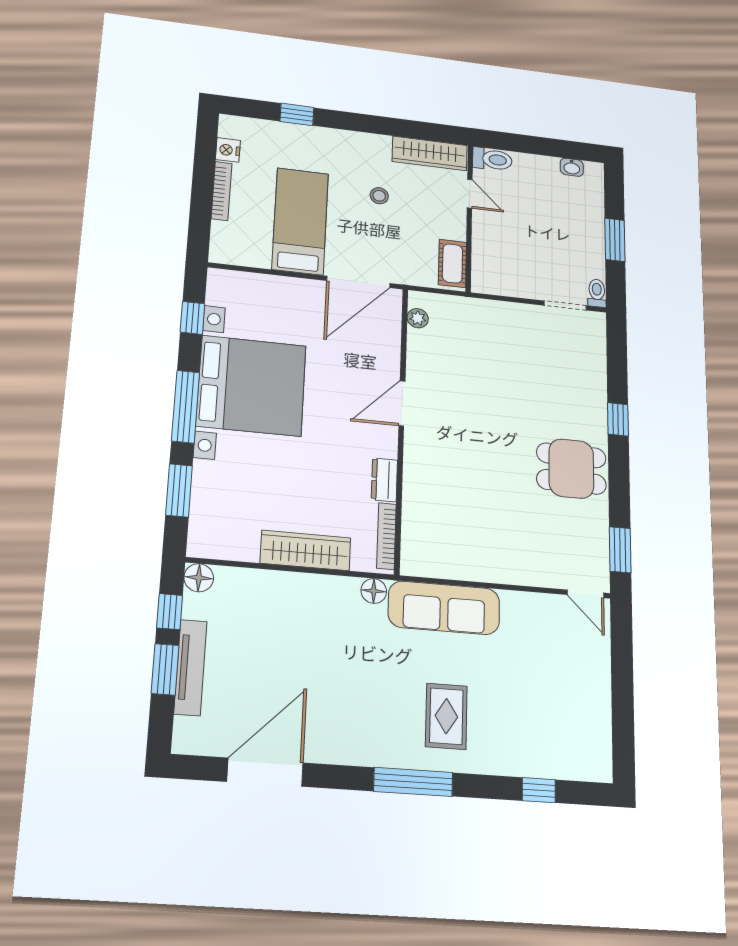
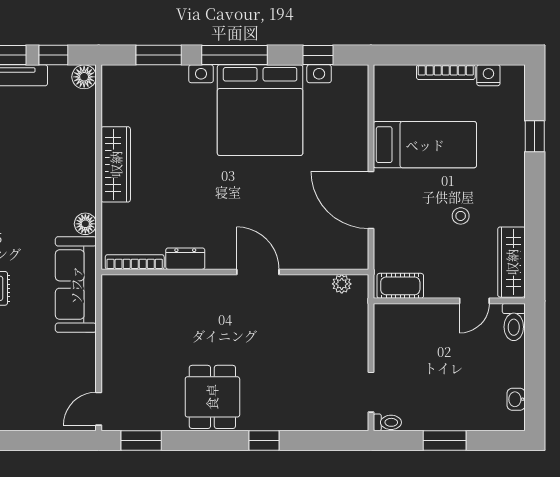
plant: (418, 318) -> (342, 284), moved
door: (402, 403) -> (258, 272), moved
wall: (401, 428) -> (235, 272), moved
dresser: (384, 480) -> (185, 259), moved
bookcase: (386, 536) -> (135, 262), moved

